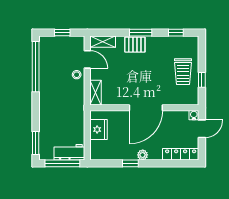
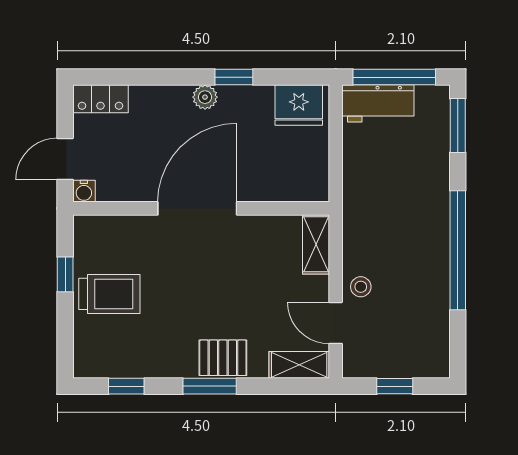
window: (36, 67) -> (458, 250), moved
trolley: (183, 72) -> (109, 294), turned 90
fridge: (99, 129) -> (299, 105), moved, turned -90
locker: (181, 154) -> (100, 99), width x0.66

